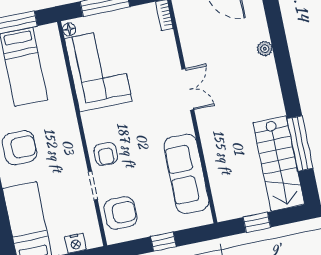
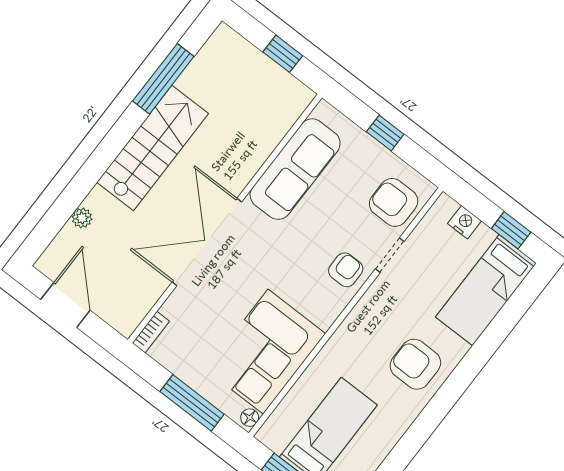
plant: (265, 49) -> (82, 218), moved
double door: (188, 90) -> (207, 242), width x1.87
stairs: (279, 163) -> (153, 148), moved

